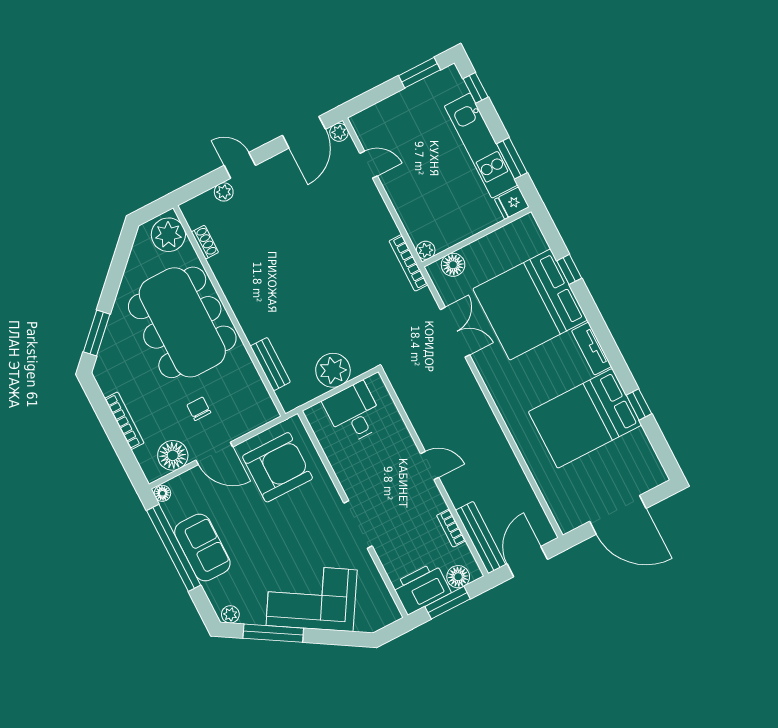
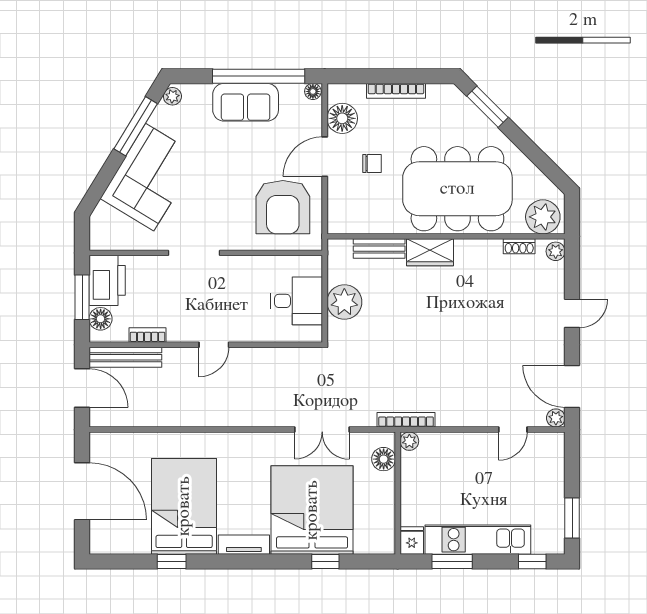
plant: (224, 192) -> (556, 251), moved
wardrobe: (251, 318) -> (430, 252), added
door: (618, 515) -> (82, 491), swing flipped

